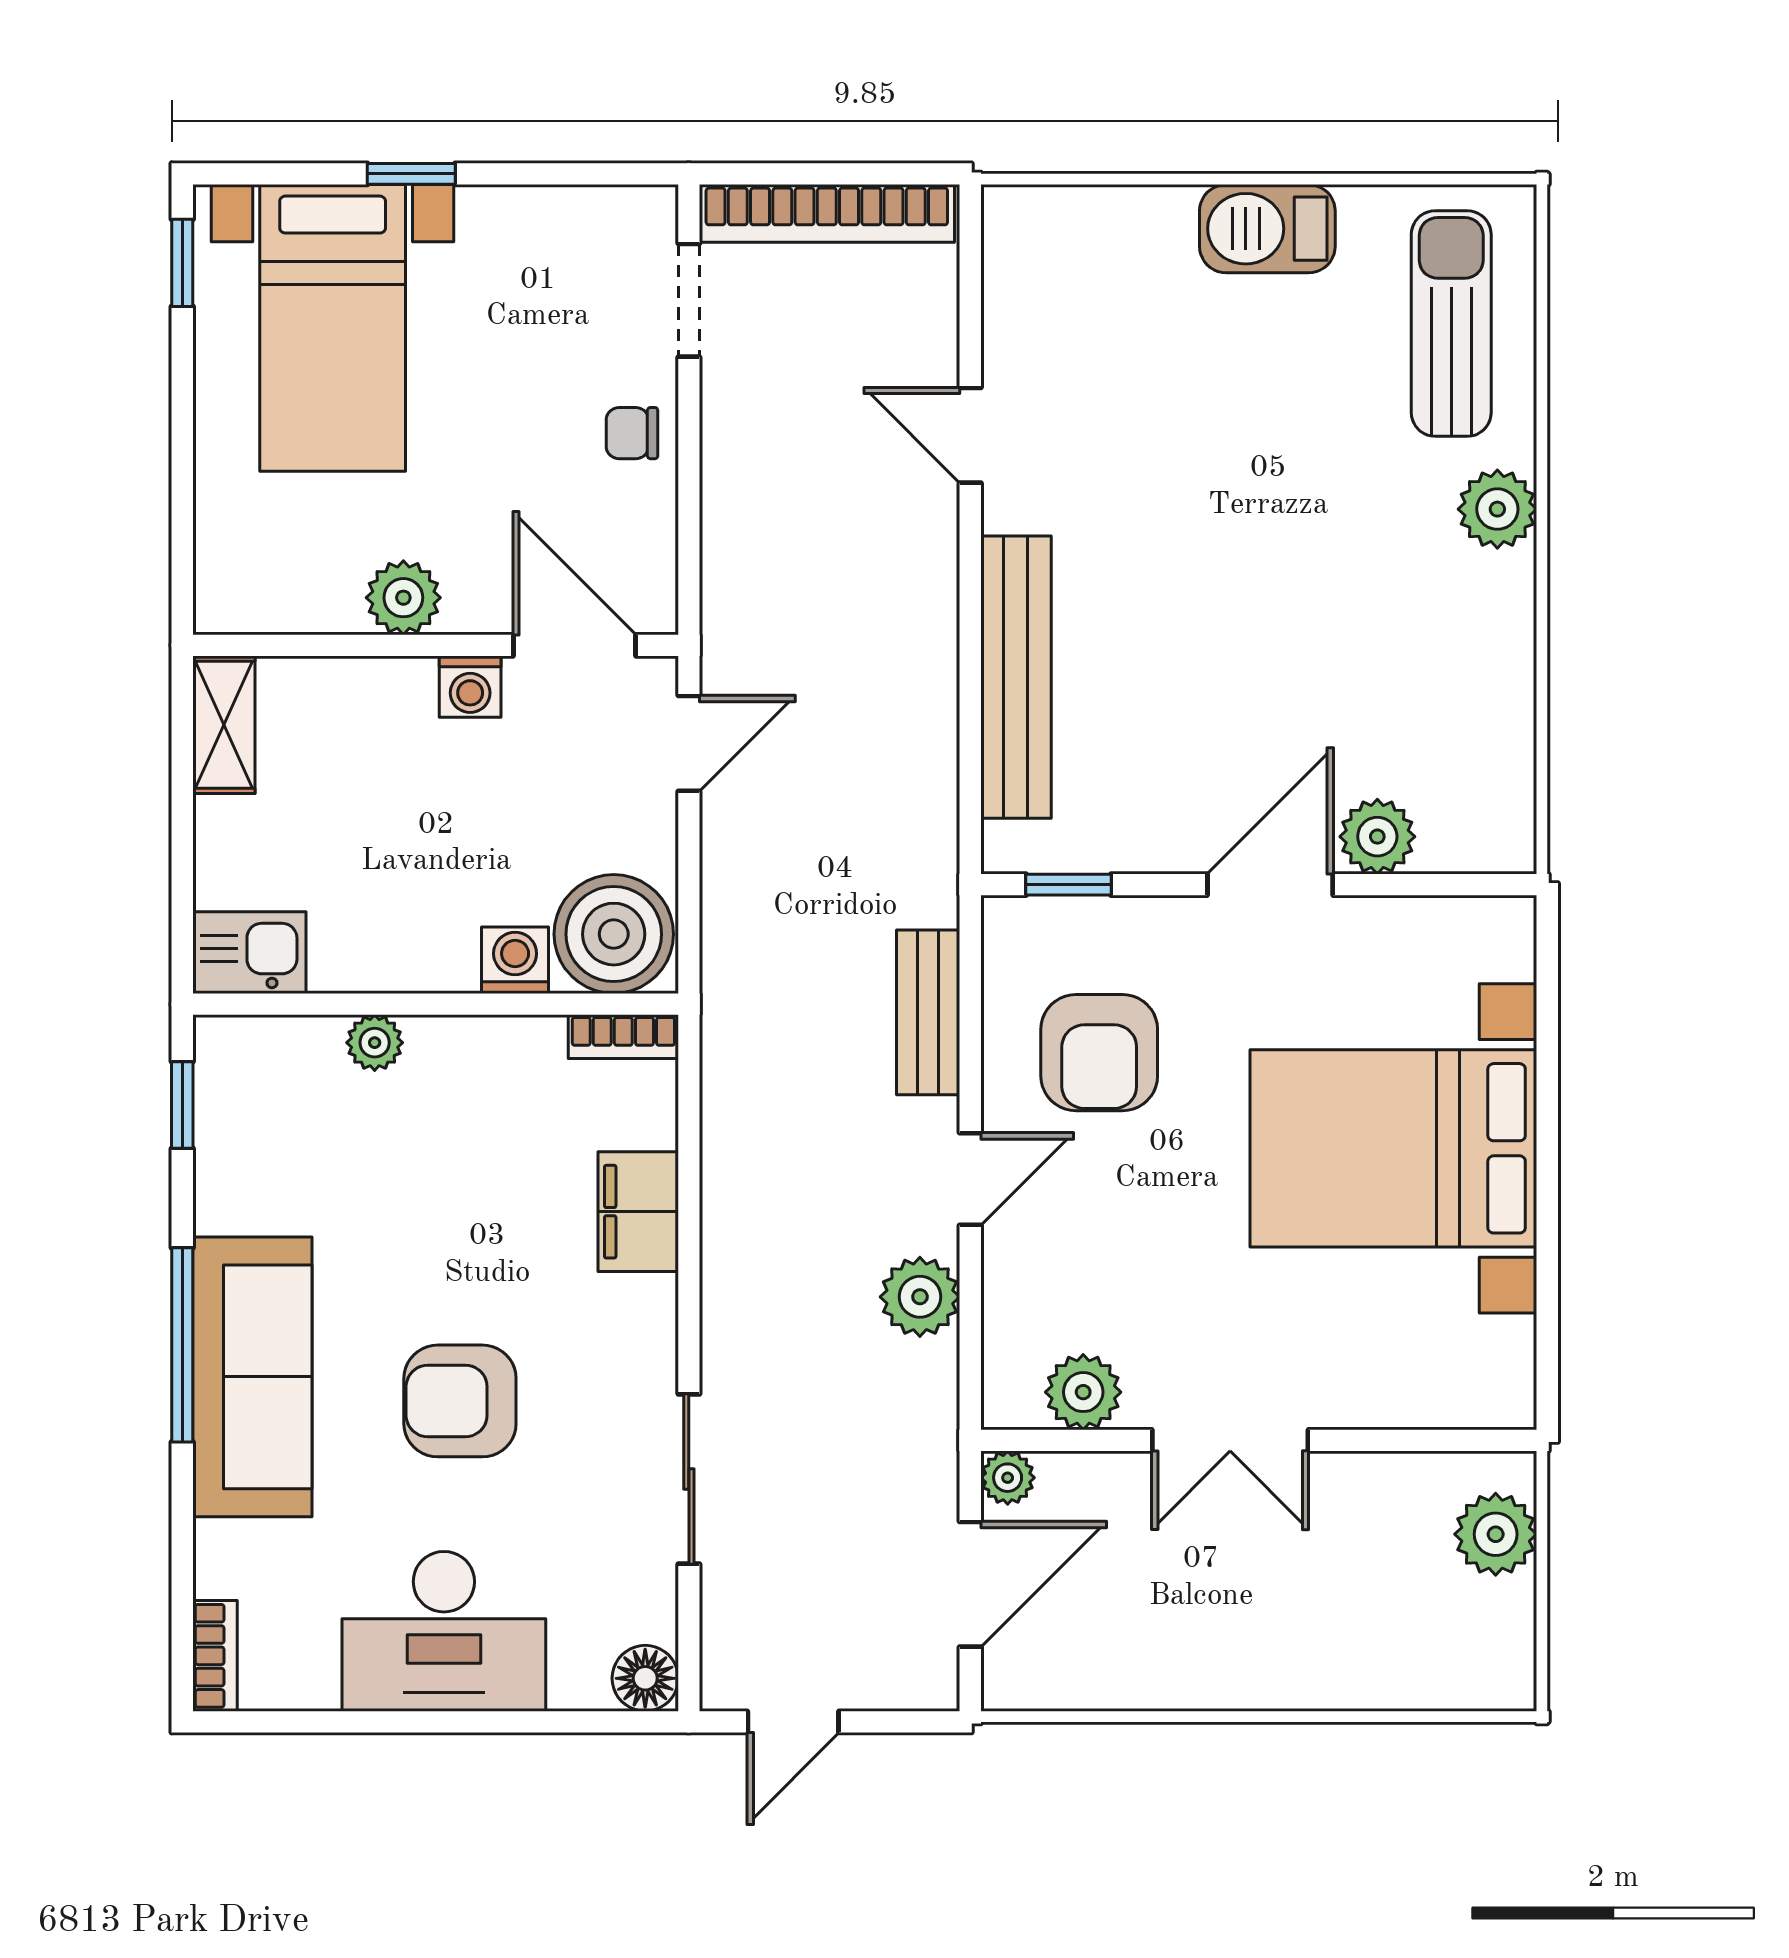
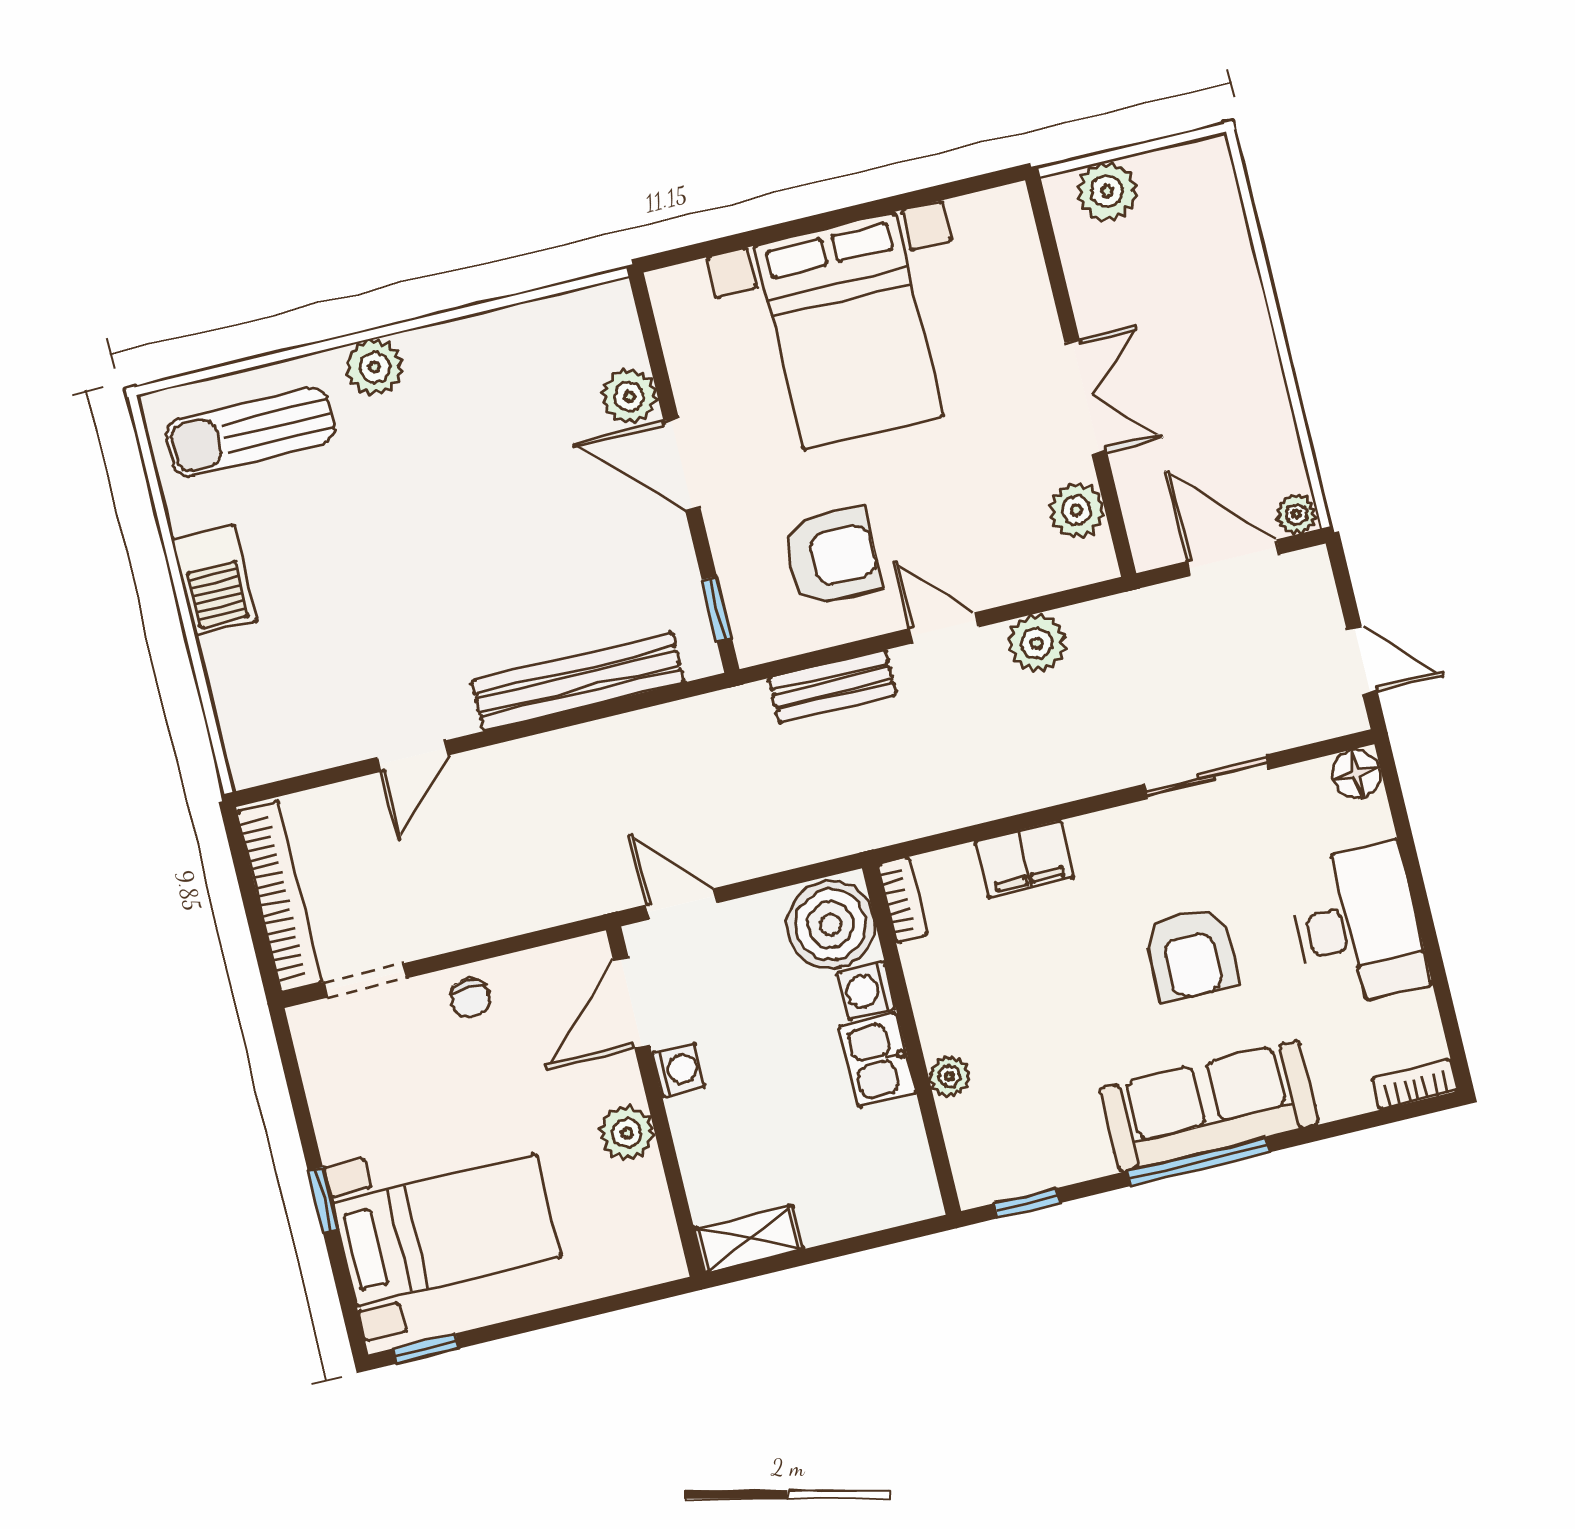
kitchen sink: (249, 953) -> (877, 1060), moved
plant: (1008, 1478) -> (1296, 514), moved

